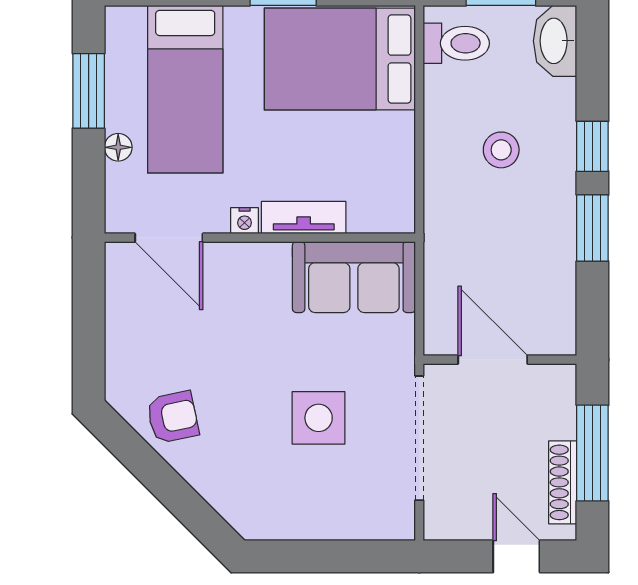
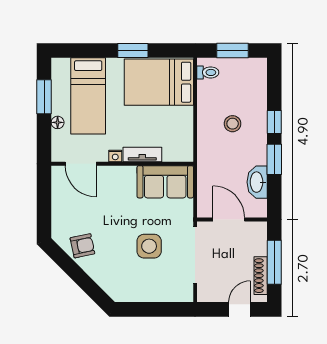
washbasin: (555, 41) -> (257, 182), moved
toilet: (456, 43) -> (208, 72), width x0.73, depth x0.72
door: (516, 556) -> (240, 309), hinge flipped

